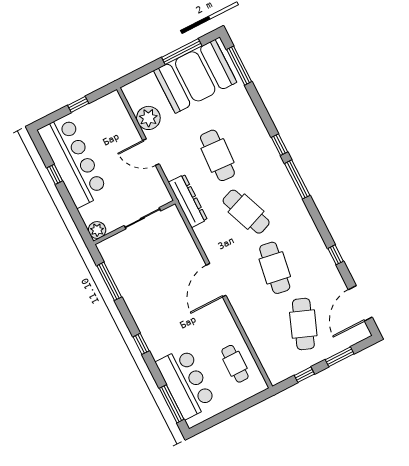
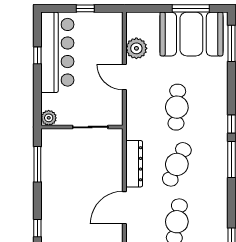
dresser: (188, 201) -> (134, 164), moved
cafe table: (246, 212) -> (177, 164), turned 45

